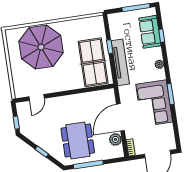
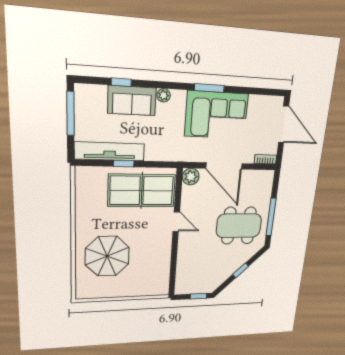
sofa: (150, 32) -> (132, 101), moved
parasol: (41, 47) -> (107, 256), width x0.73, depth x0.73
tv unit: (120, 62) -> (110, 151), moved
door: (37, 97) -> (176, 222), moved
plant: (115, 139) -> (191, 177), moved

